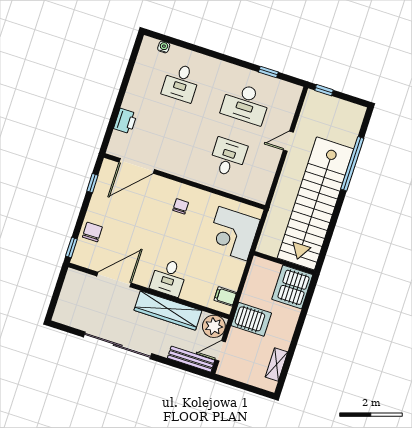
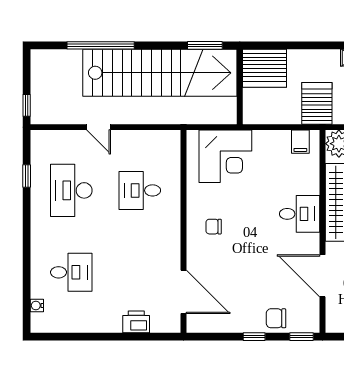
desk: (246, 104) -> (71, 190), turned 180
window: (92, 183) -> (254, 337), moved
window: (326, 246) -> (205, 45), added

